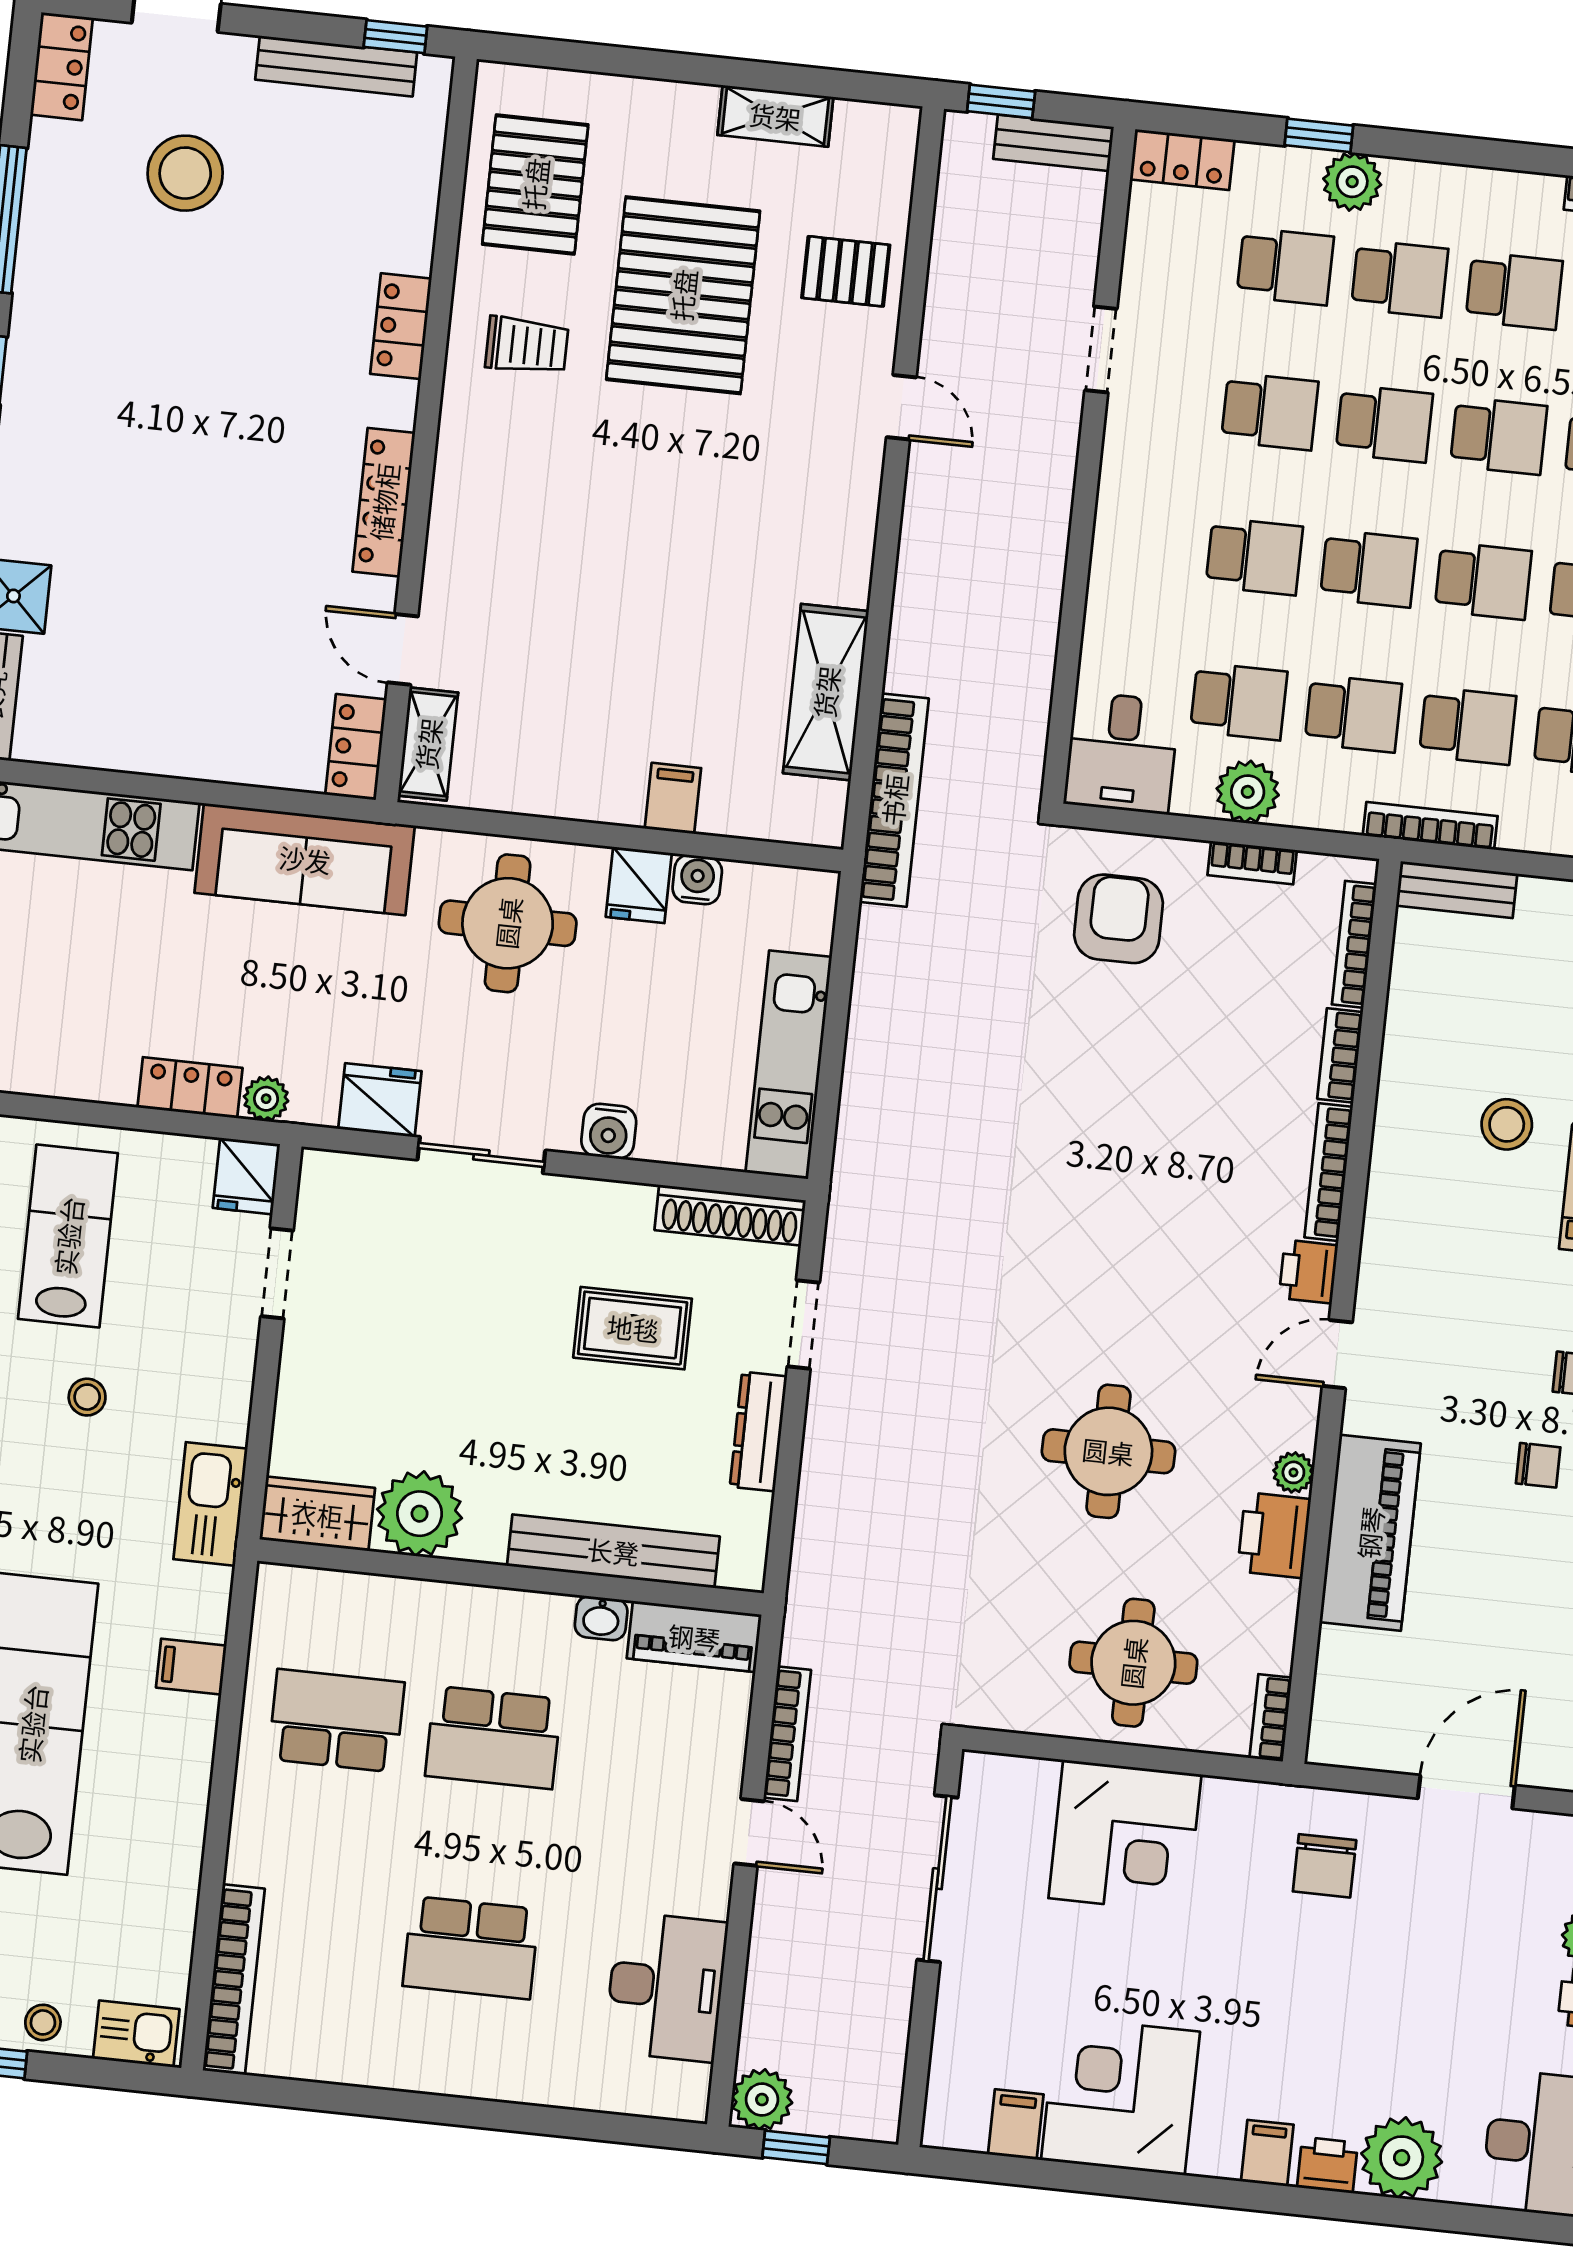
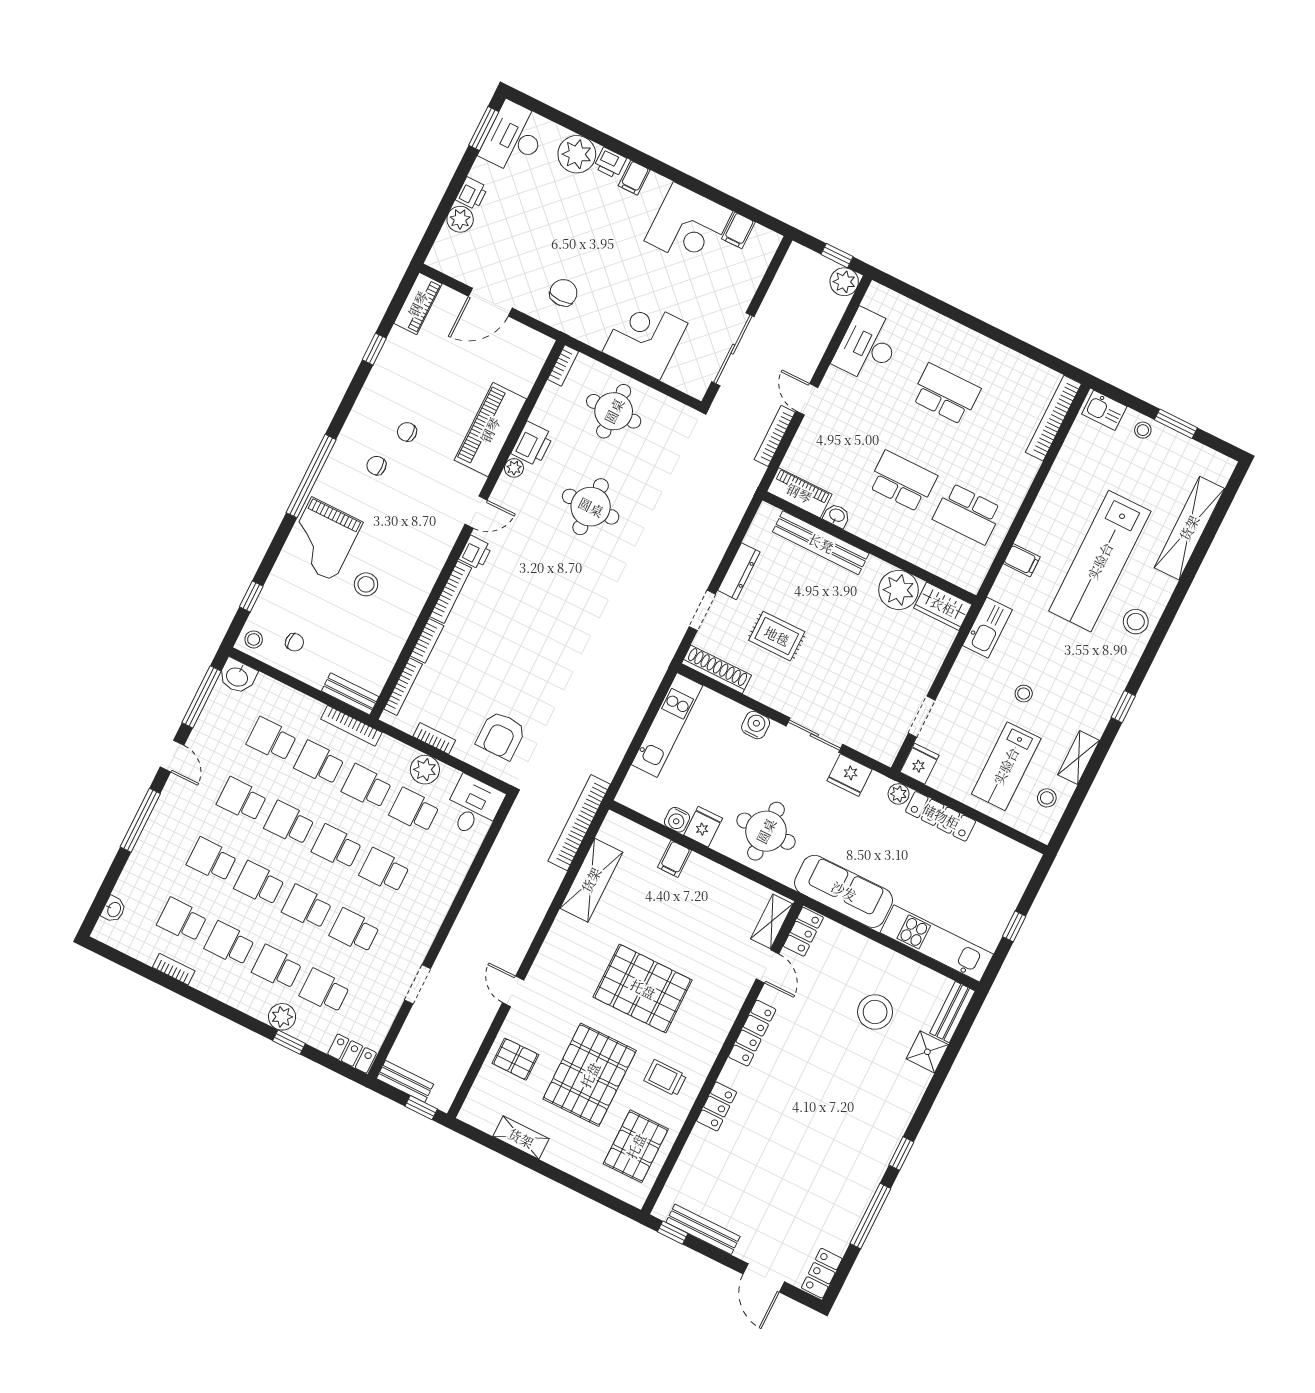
stool: (185, 173) -> (875, 1012), moved
pallet: (640, 510) -> (643, 989), added
locker: (190, 1088) -> (941, 816), width x1.53

